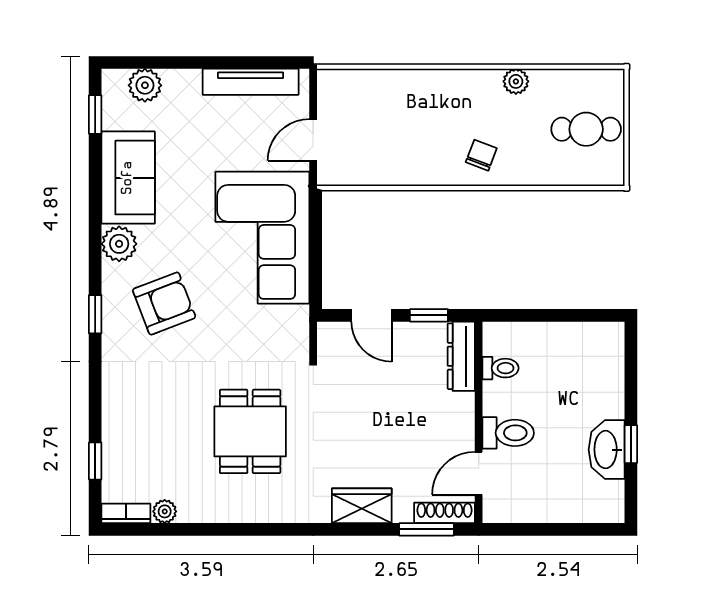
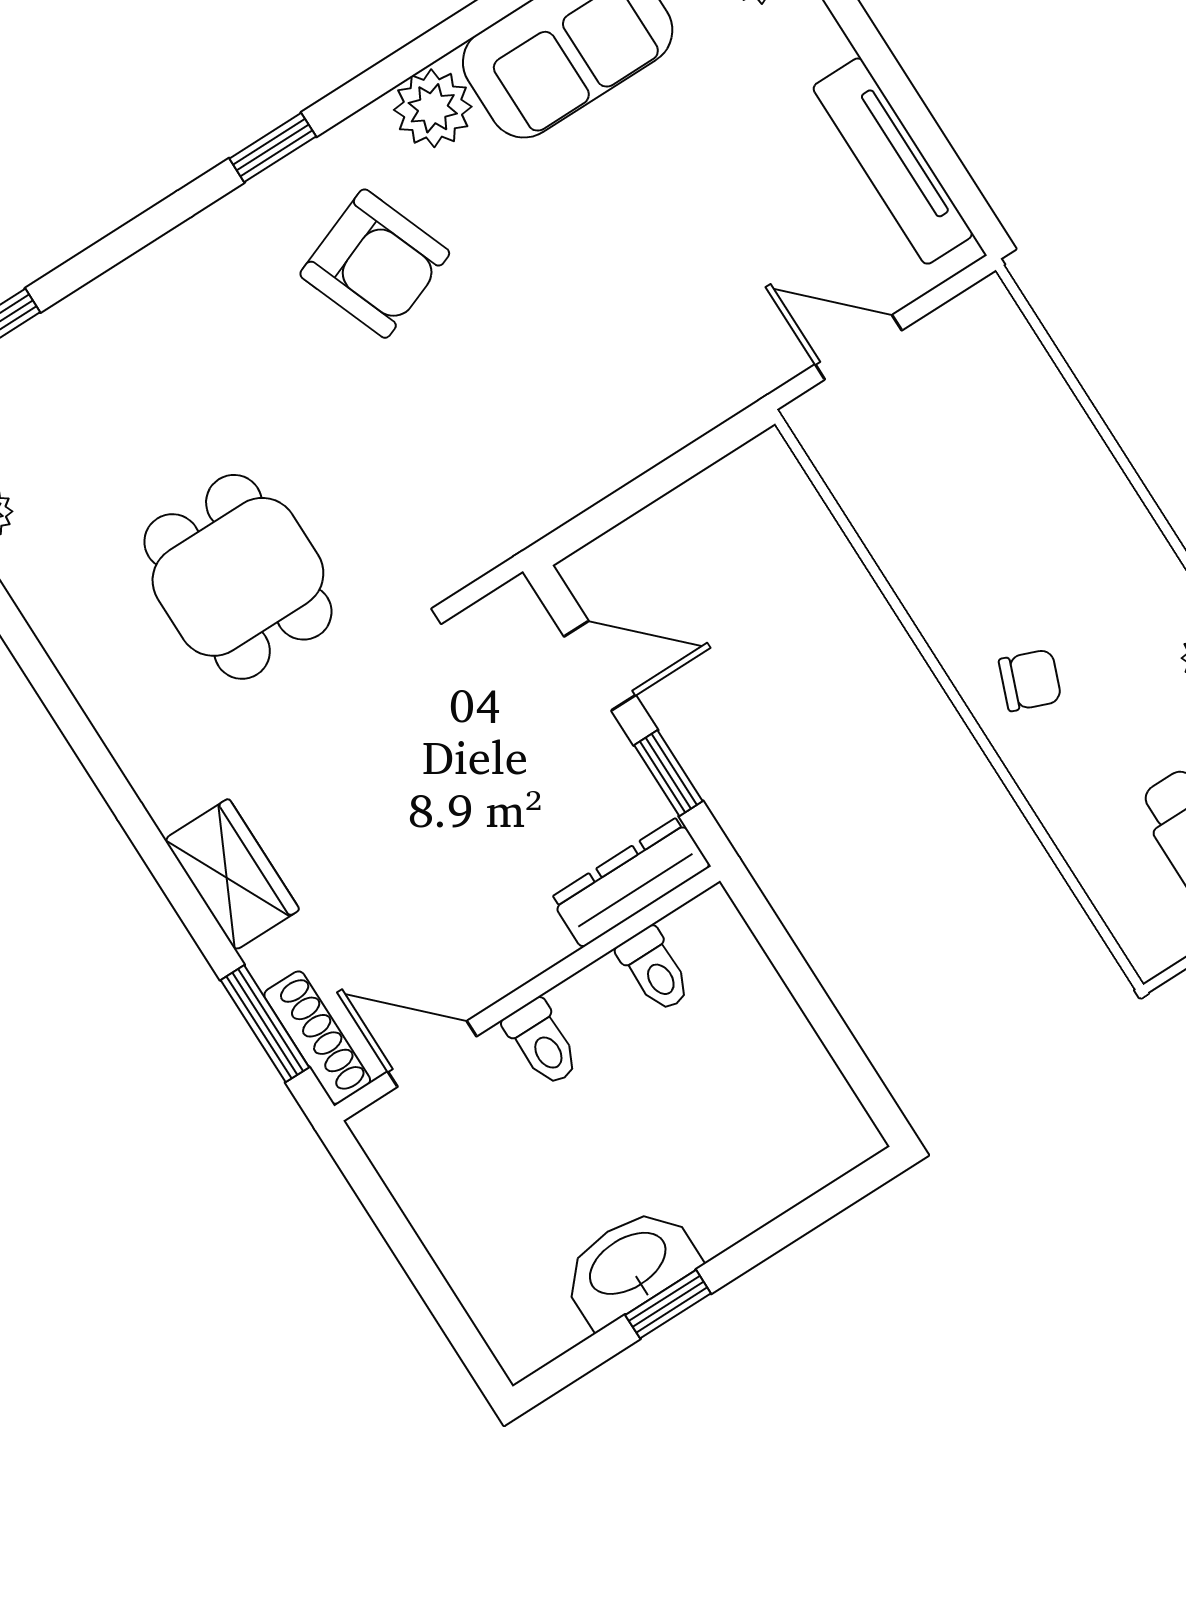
corner sofa: (262, 238) -> (615, 369), removed
door: (372, 315) -> (600, 666), swing flipped
dining table: (250, 431) -> (238, 577), turned 90
toilet: (508, 433) -> (542, 1043), width x0.73, depth x0.72

